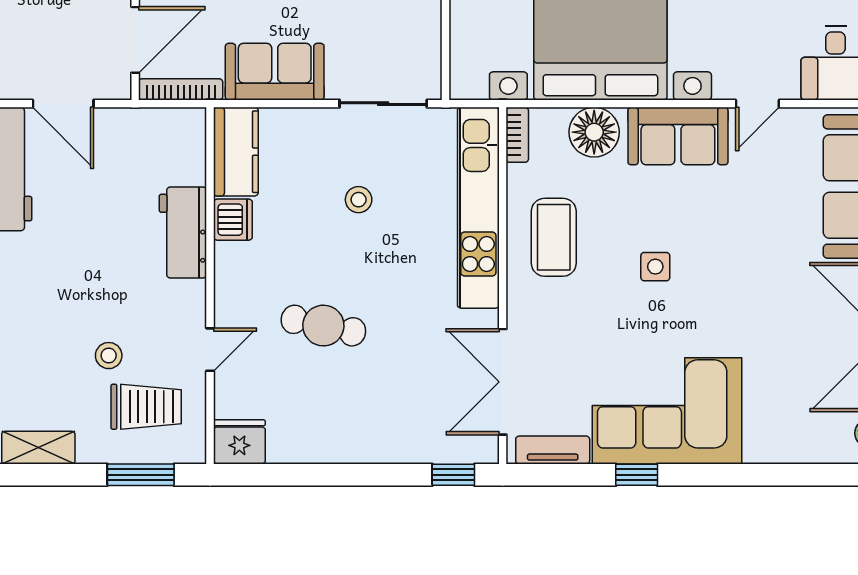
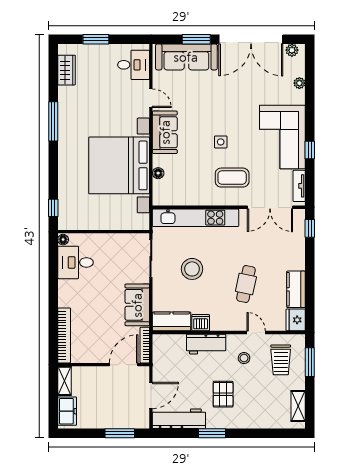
door: (135, 40) -> (124, 365), hinge flipped
floor lamp: (594, 132) -> (158, 173), width x0.53, depth x0.53
bookcase: (517, 135) -> (164, 201), removed
stool: (359, 200) -> (192, 269), width x1.89, depth x1.89
coffee table: (554, 237) -> (232, 178), moved
pallet: (66, 272) -> (223, 394), added
stool: (109, 356) -> (244, 358), moved
trolley: (146, 407) -> (281, 360), turned 180
kitchen counter: (311, 443) -> (296, 289), added
plant: (793, 451) -> (299, 83), added

